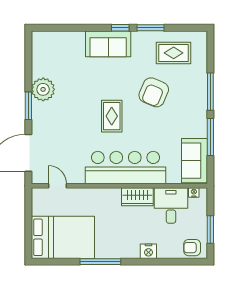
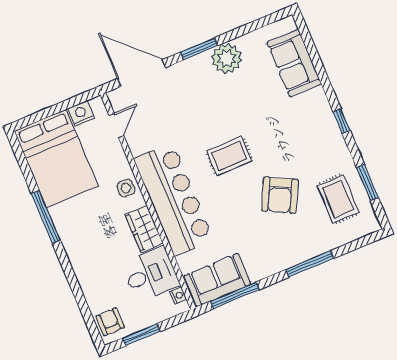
window: (150, 28) -> (367, 182), moved
sofa: (108, 44) -> (294, 63), moved
armchair: (154, 92) -> (280, 195), turned -86
window: (210, 137) -> (235, 295), moved
side table: (104, 197) -> (126, 188), added
nightstand: (148, 251) -> (81, 113), moved, turned 90

